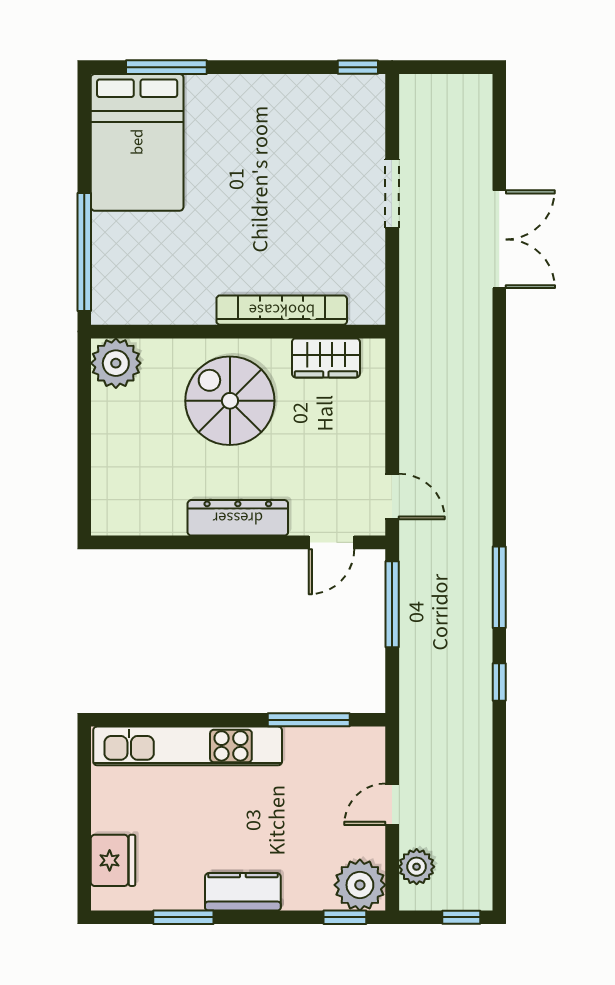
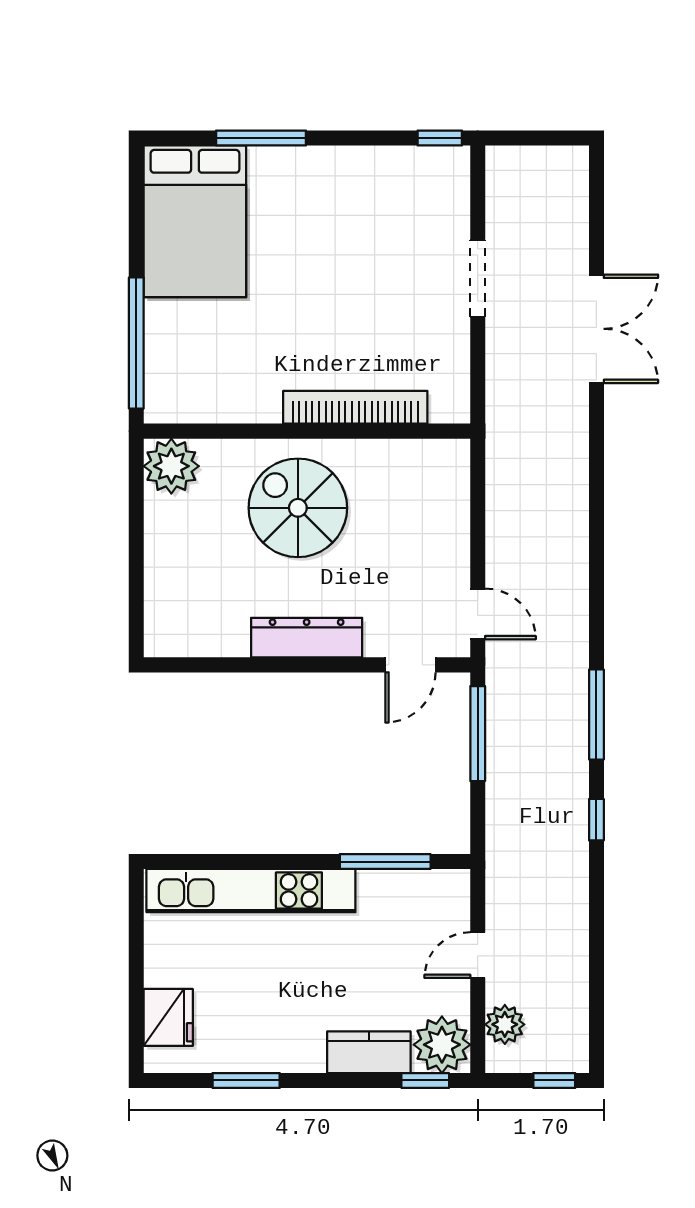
window: (166, 67) -> (261, 138), moved
wardrobe: (326, 358) -> (404, 460), removed
kitchen counter: (243, 892) -> (369, 1052), moved

